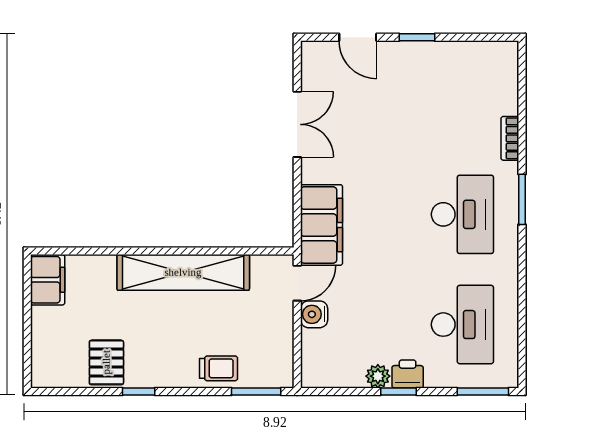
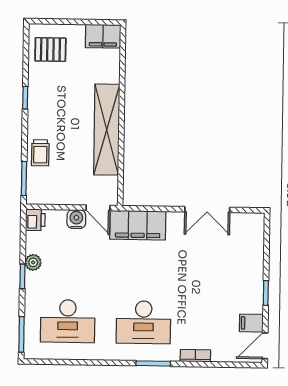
door: (358, 37) -> (265, 346), moved
filing cabinet: (461, 58) -> (251, 323), added
pallet: (106, 362) -> (50, 50), moved
printer: (408, 374) -> (35, 220), moved

